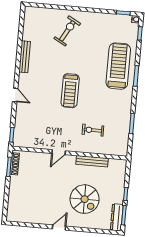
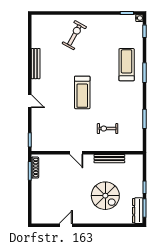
treadmill: (118, 66) -> (127, 65), width x0.73, depth x0.73
door: (59, 152) -> (76, 153), hinge flipped
door: (59, 228) -> (66, 225), moved

